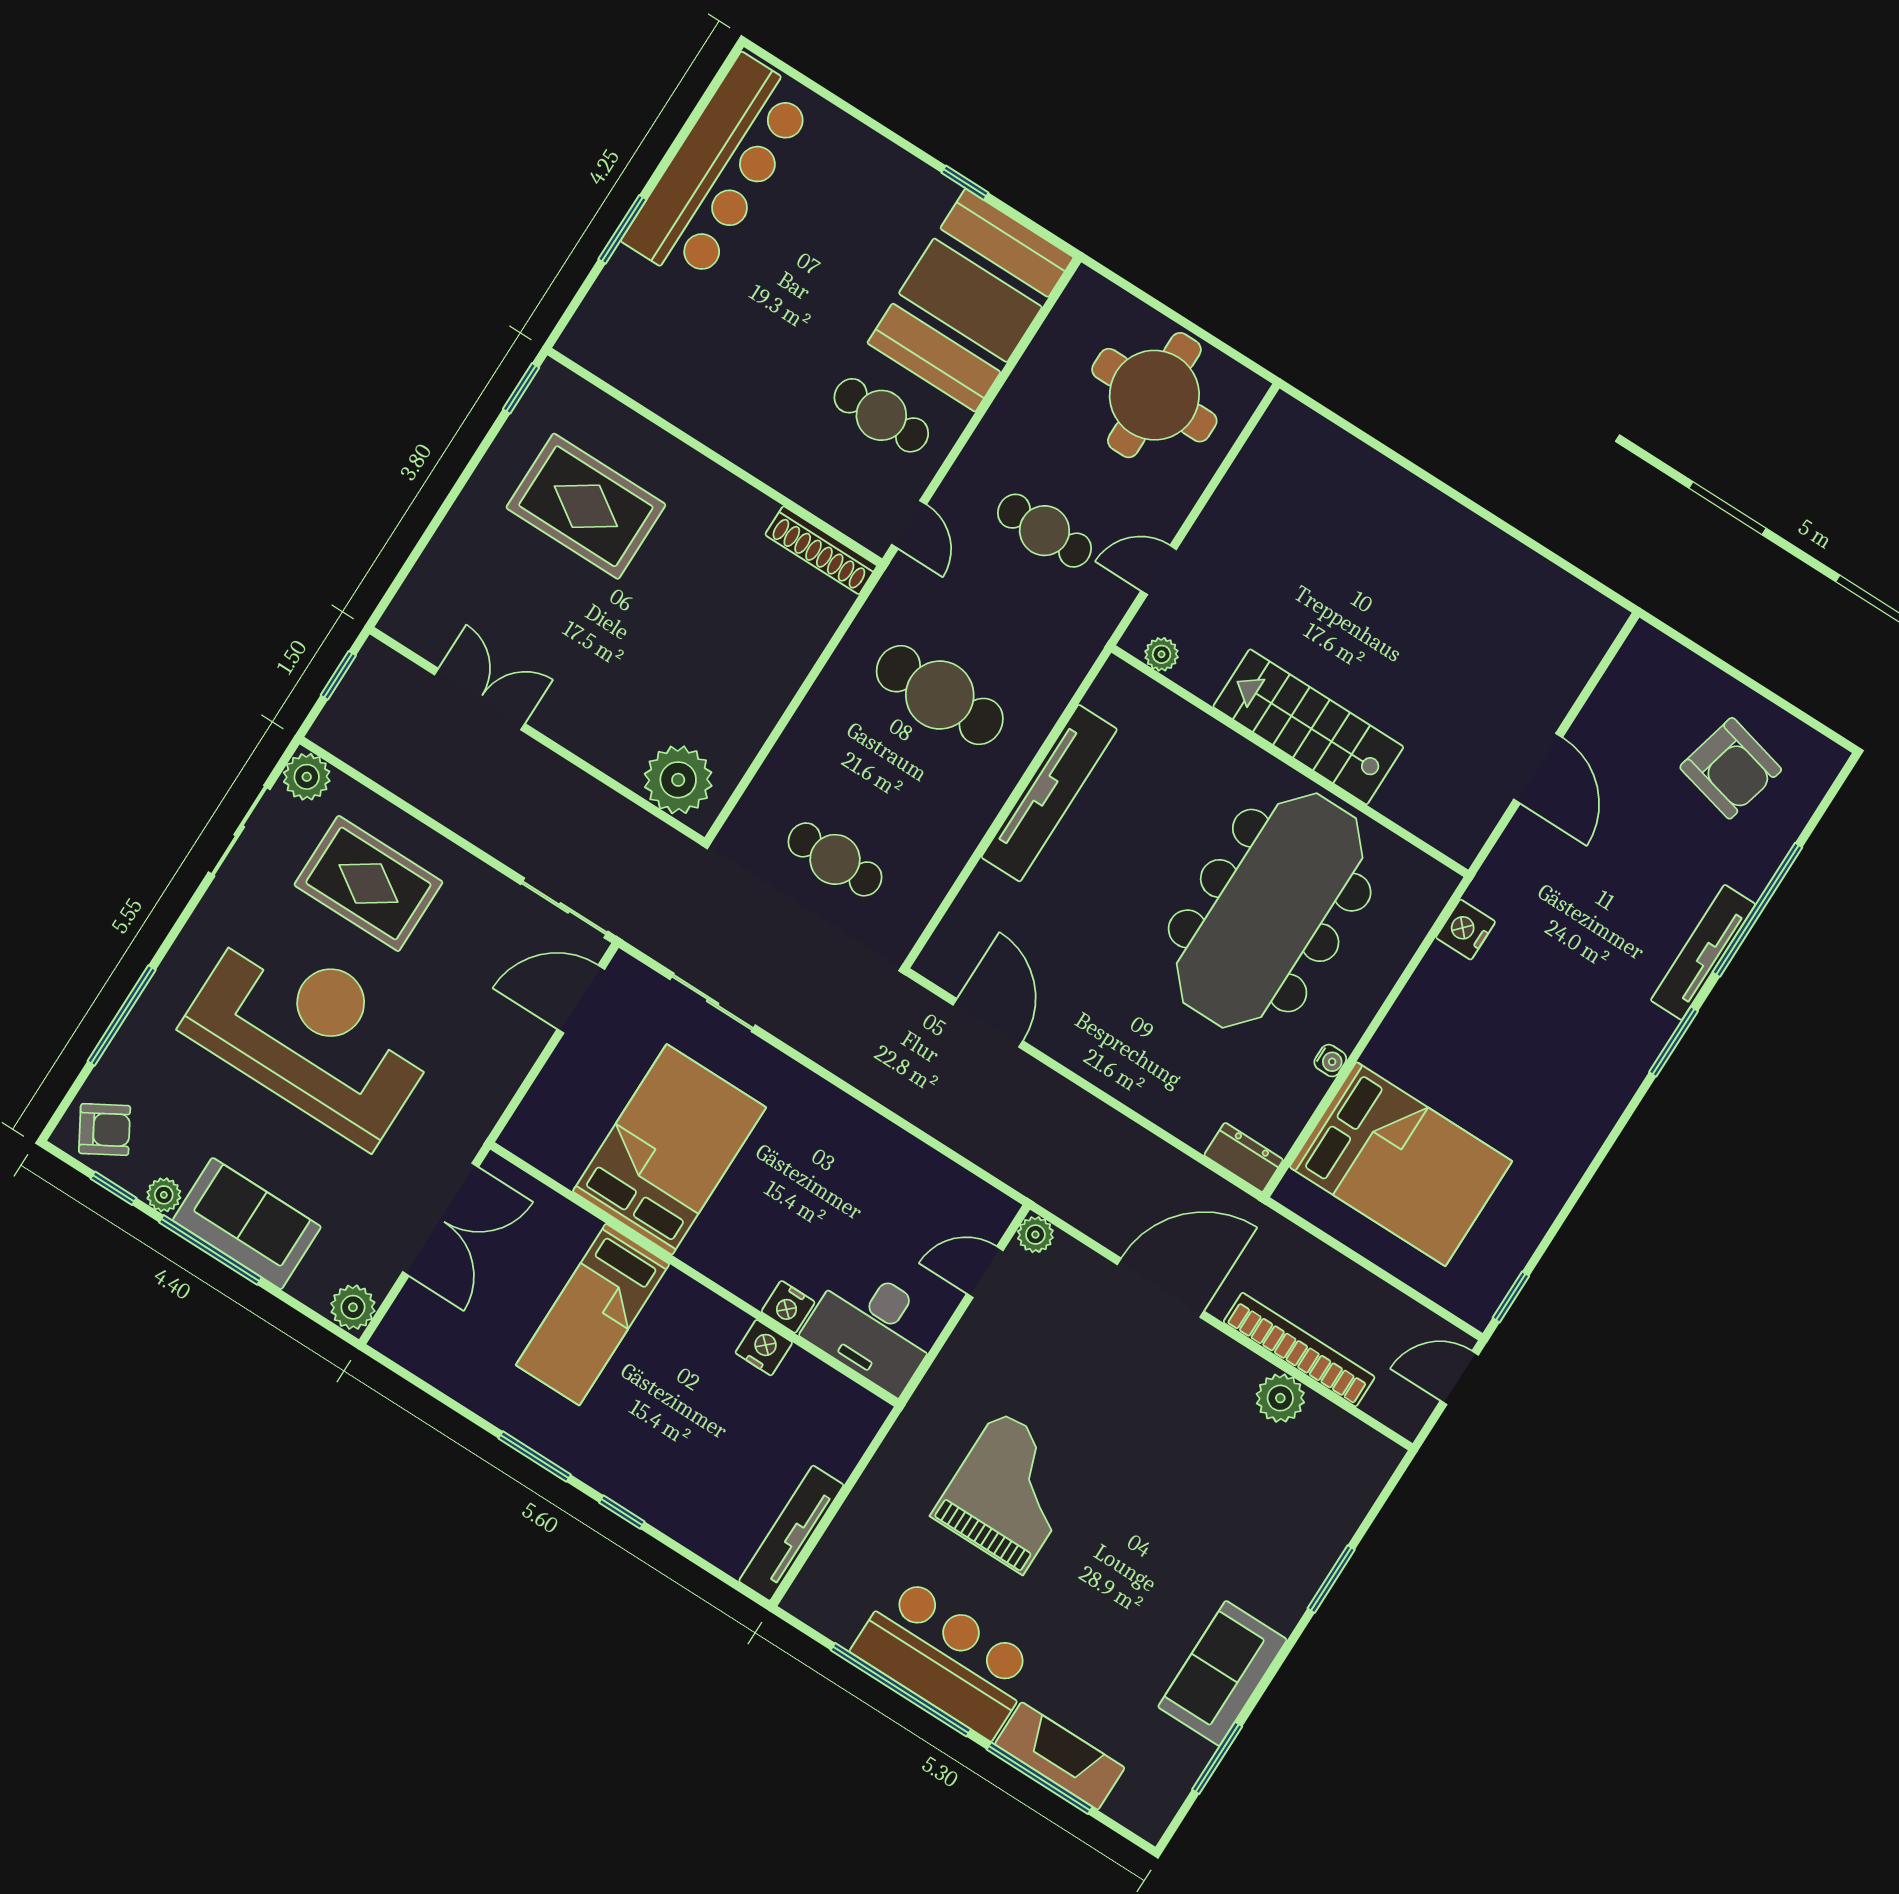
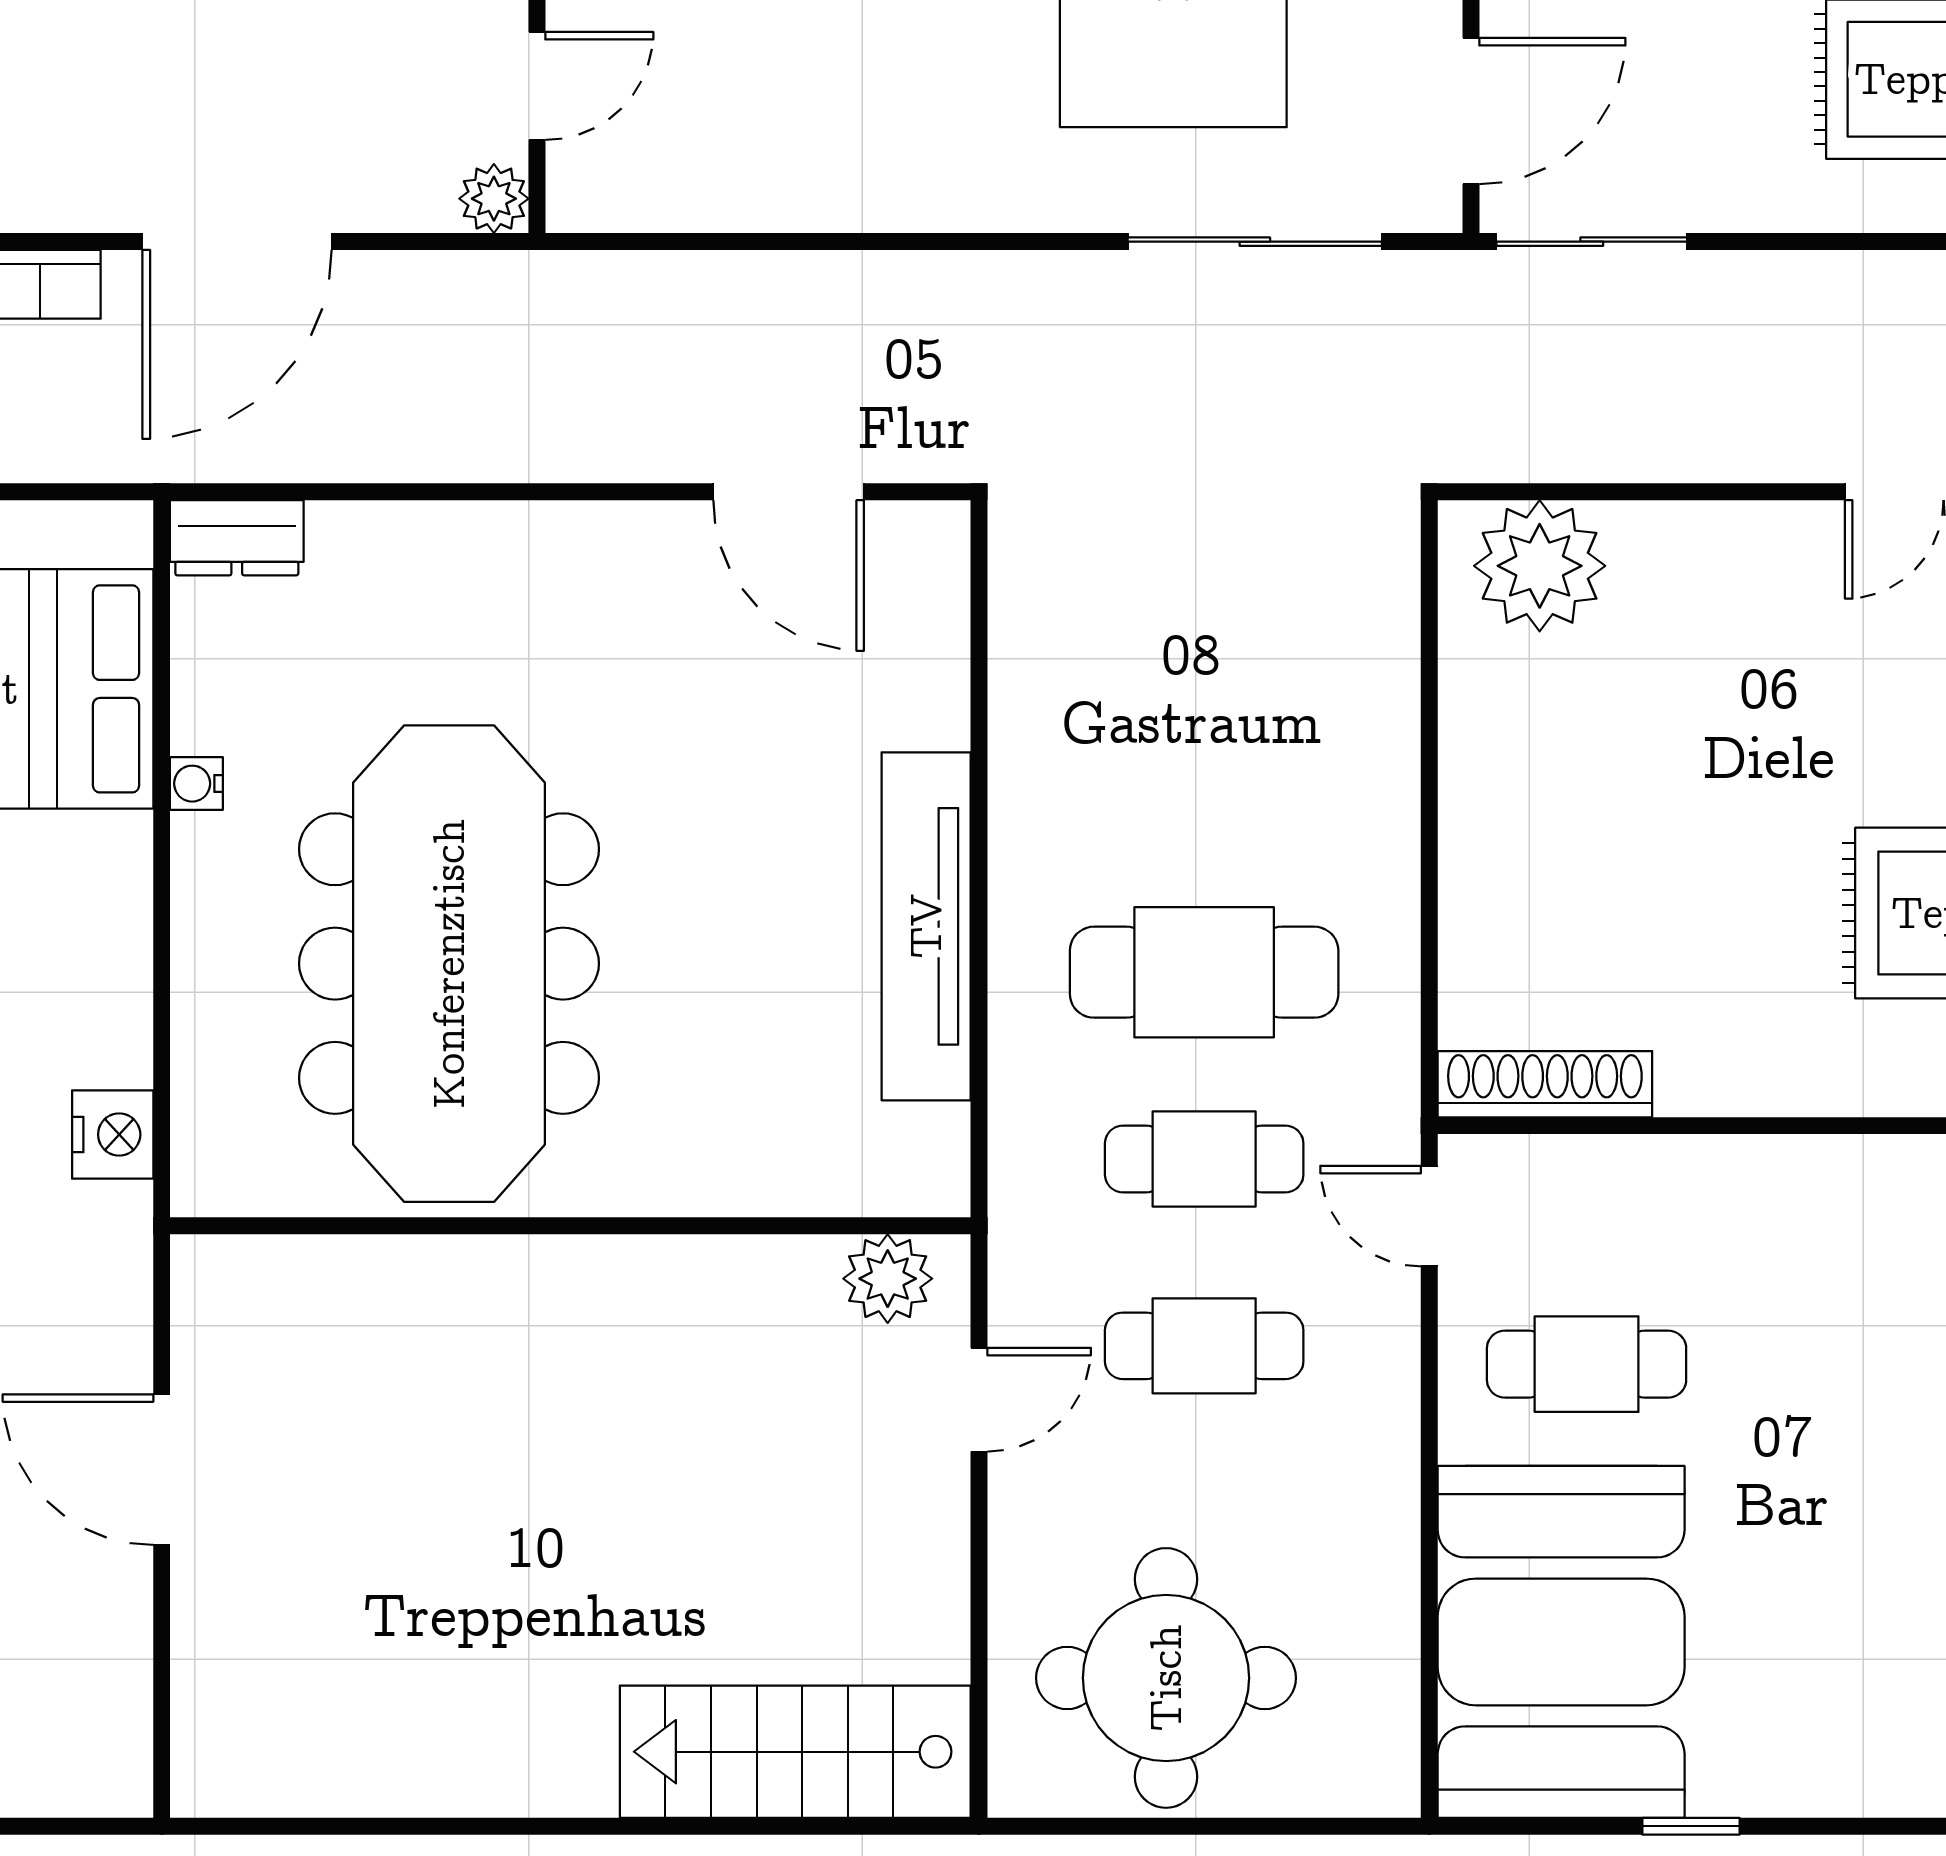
plant: (1162, 654) -> (888, 1279), width x1.38, depth x1.38
stairs: (1308, 727) -> (795, 1752), moved, turned 180
cafe table: (835, 859) -> (1204, 1159), moved
sliding door: (713, 1002) -> (1255, 242), width x1.37

